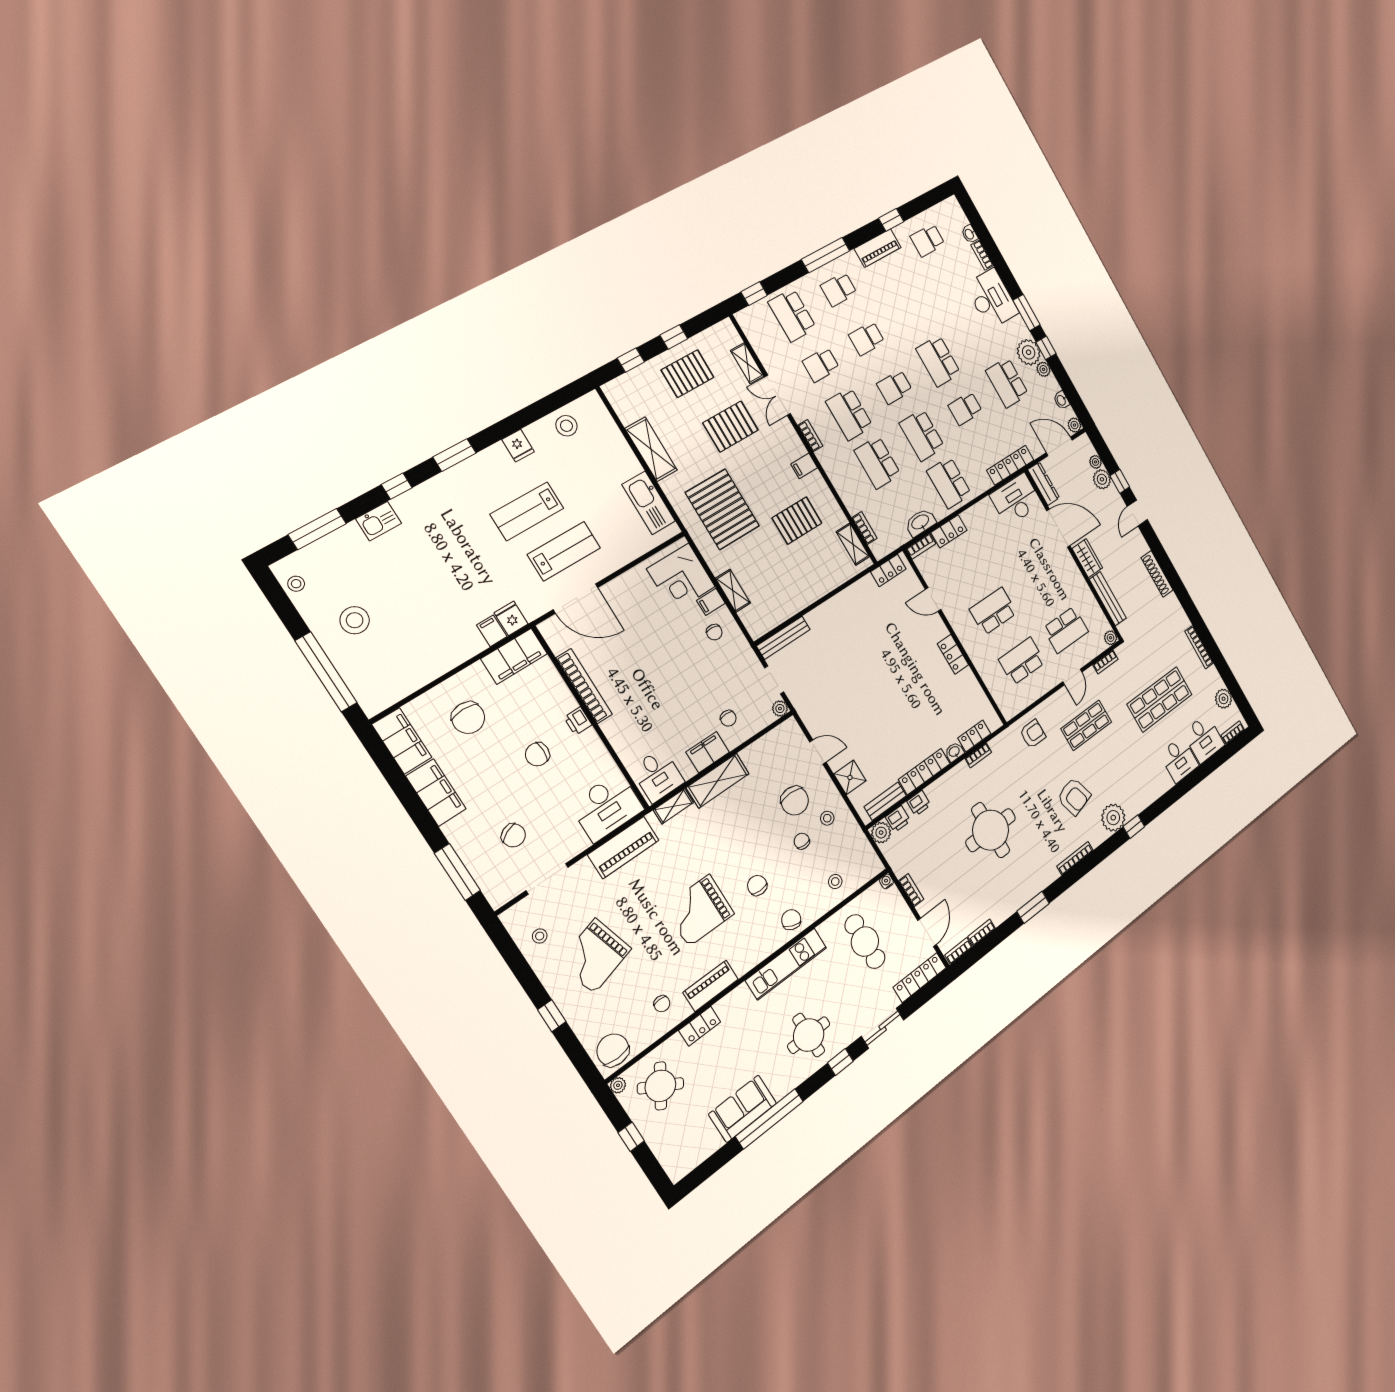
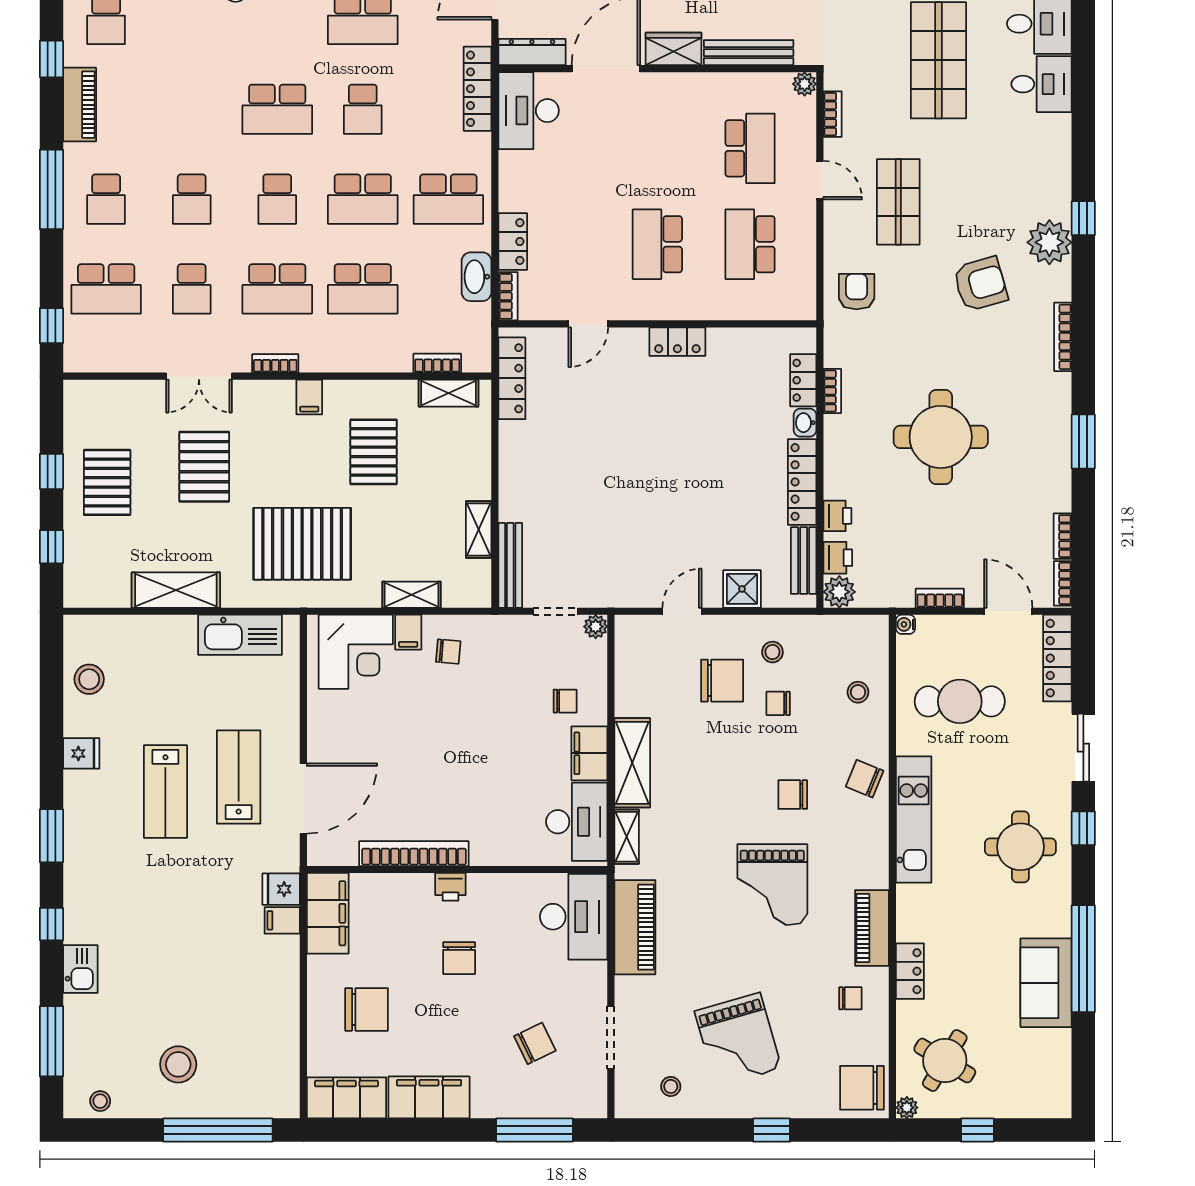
shelving: (747, 363) -> (479, 529), moved, turned 90
locker: (888, 570) -> (512, 378), width x1.53
desk: (658, 775) -> (577, 822), width x1.37

